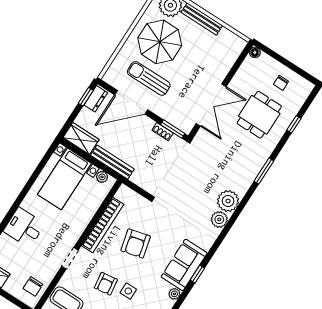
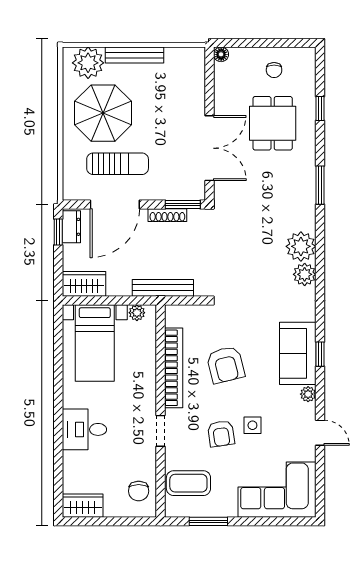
sun lounger: (149, 78) -> (118, 164), turned 180
shoe rack: (163, 132) -> (167, 215), width x1.43
bench: (112, 162) -> (163, 288), moved

